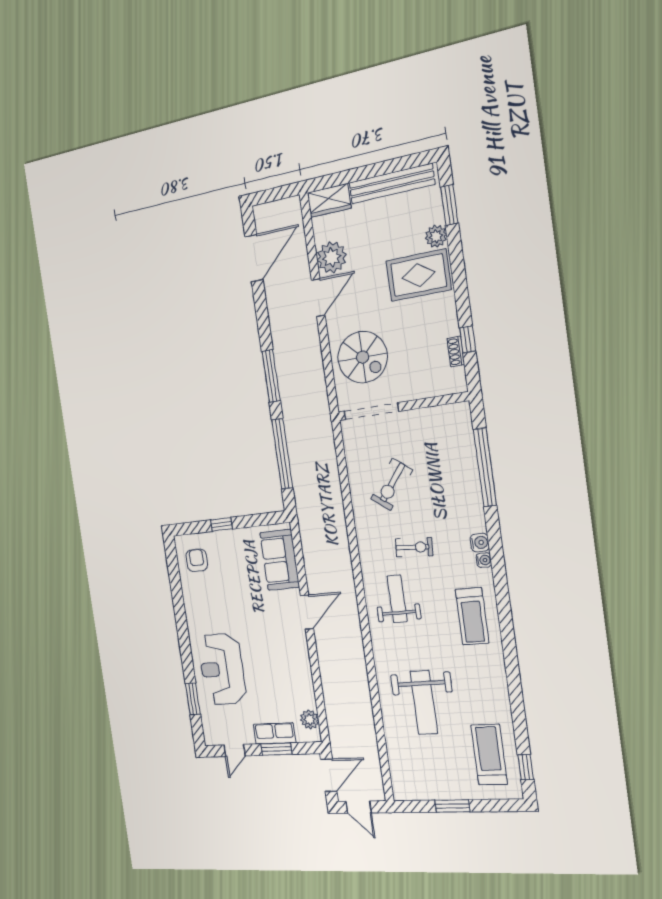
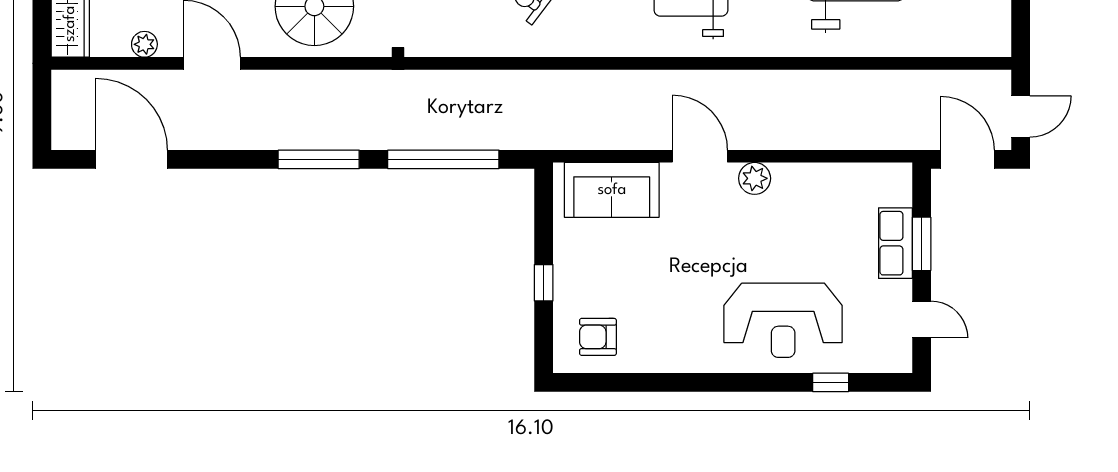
plant: (332, 257) -> (144, 44), width x0.53, depth x0.53
window: (193, 699) -> (831, 382), width x0.67
plant: (310, 719) -> (755, 178), moved

